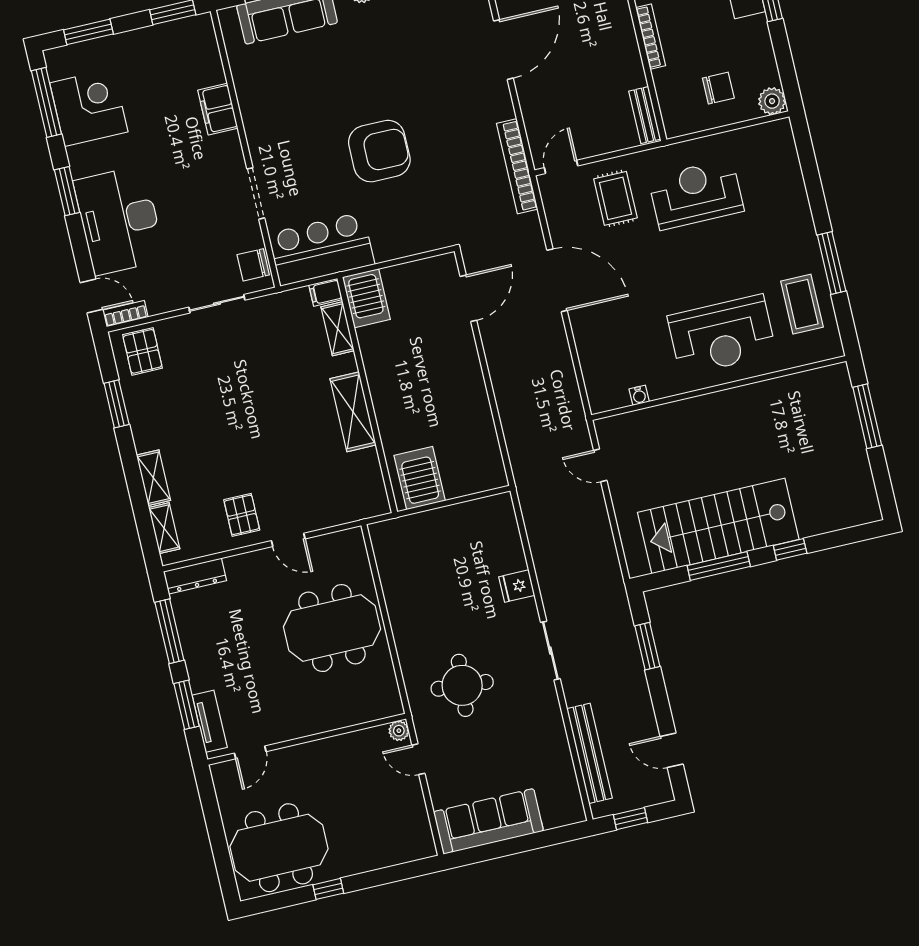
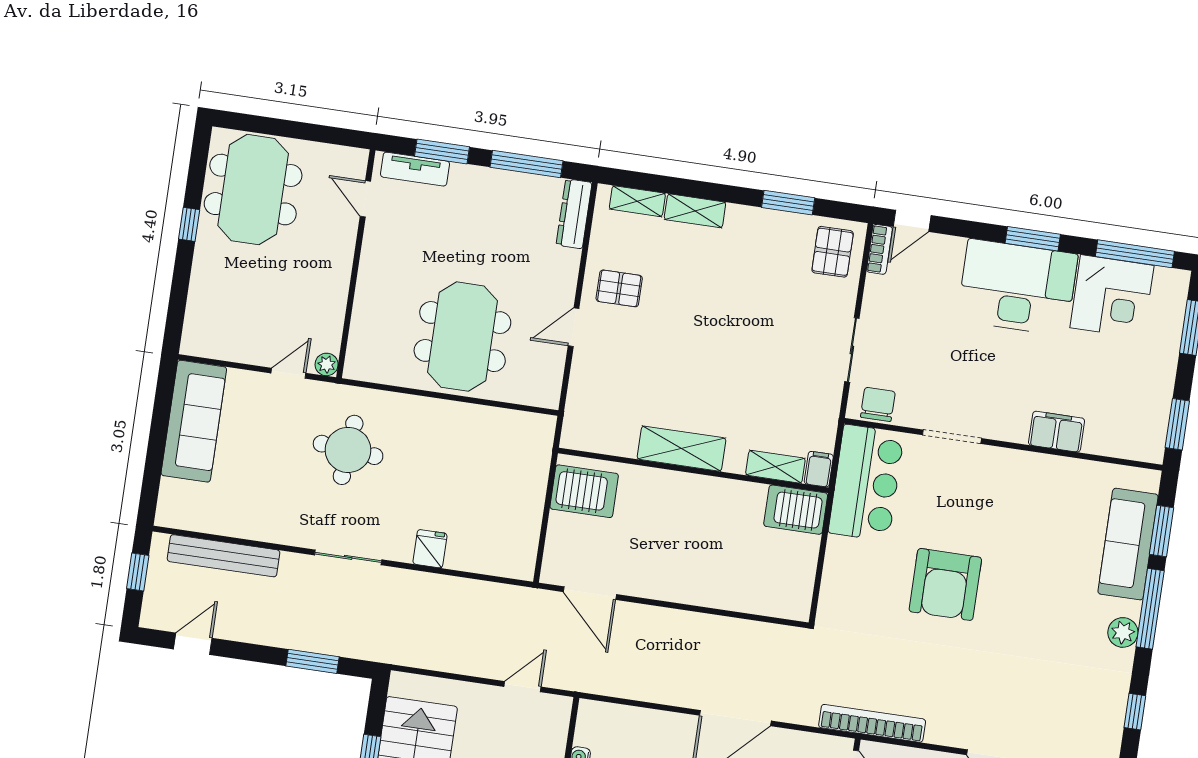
desk: (119, 220) -> (1017, 287), moved
door: (468, 298) -> (590, 593), moved
pallet: (142, 351) -> (833, 252), turned 90

